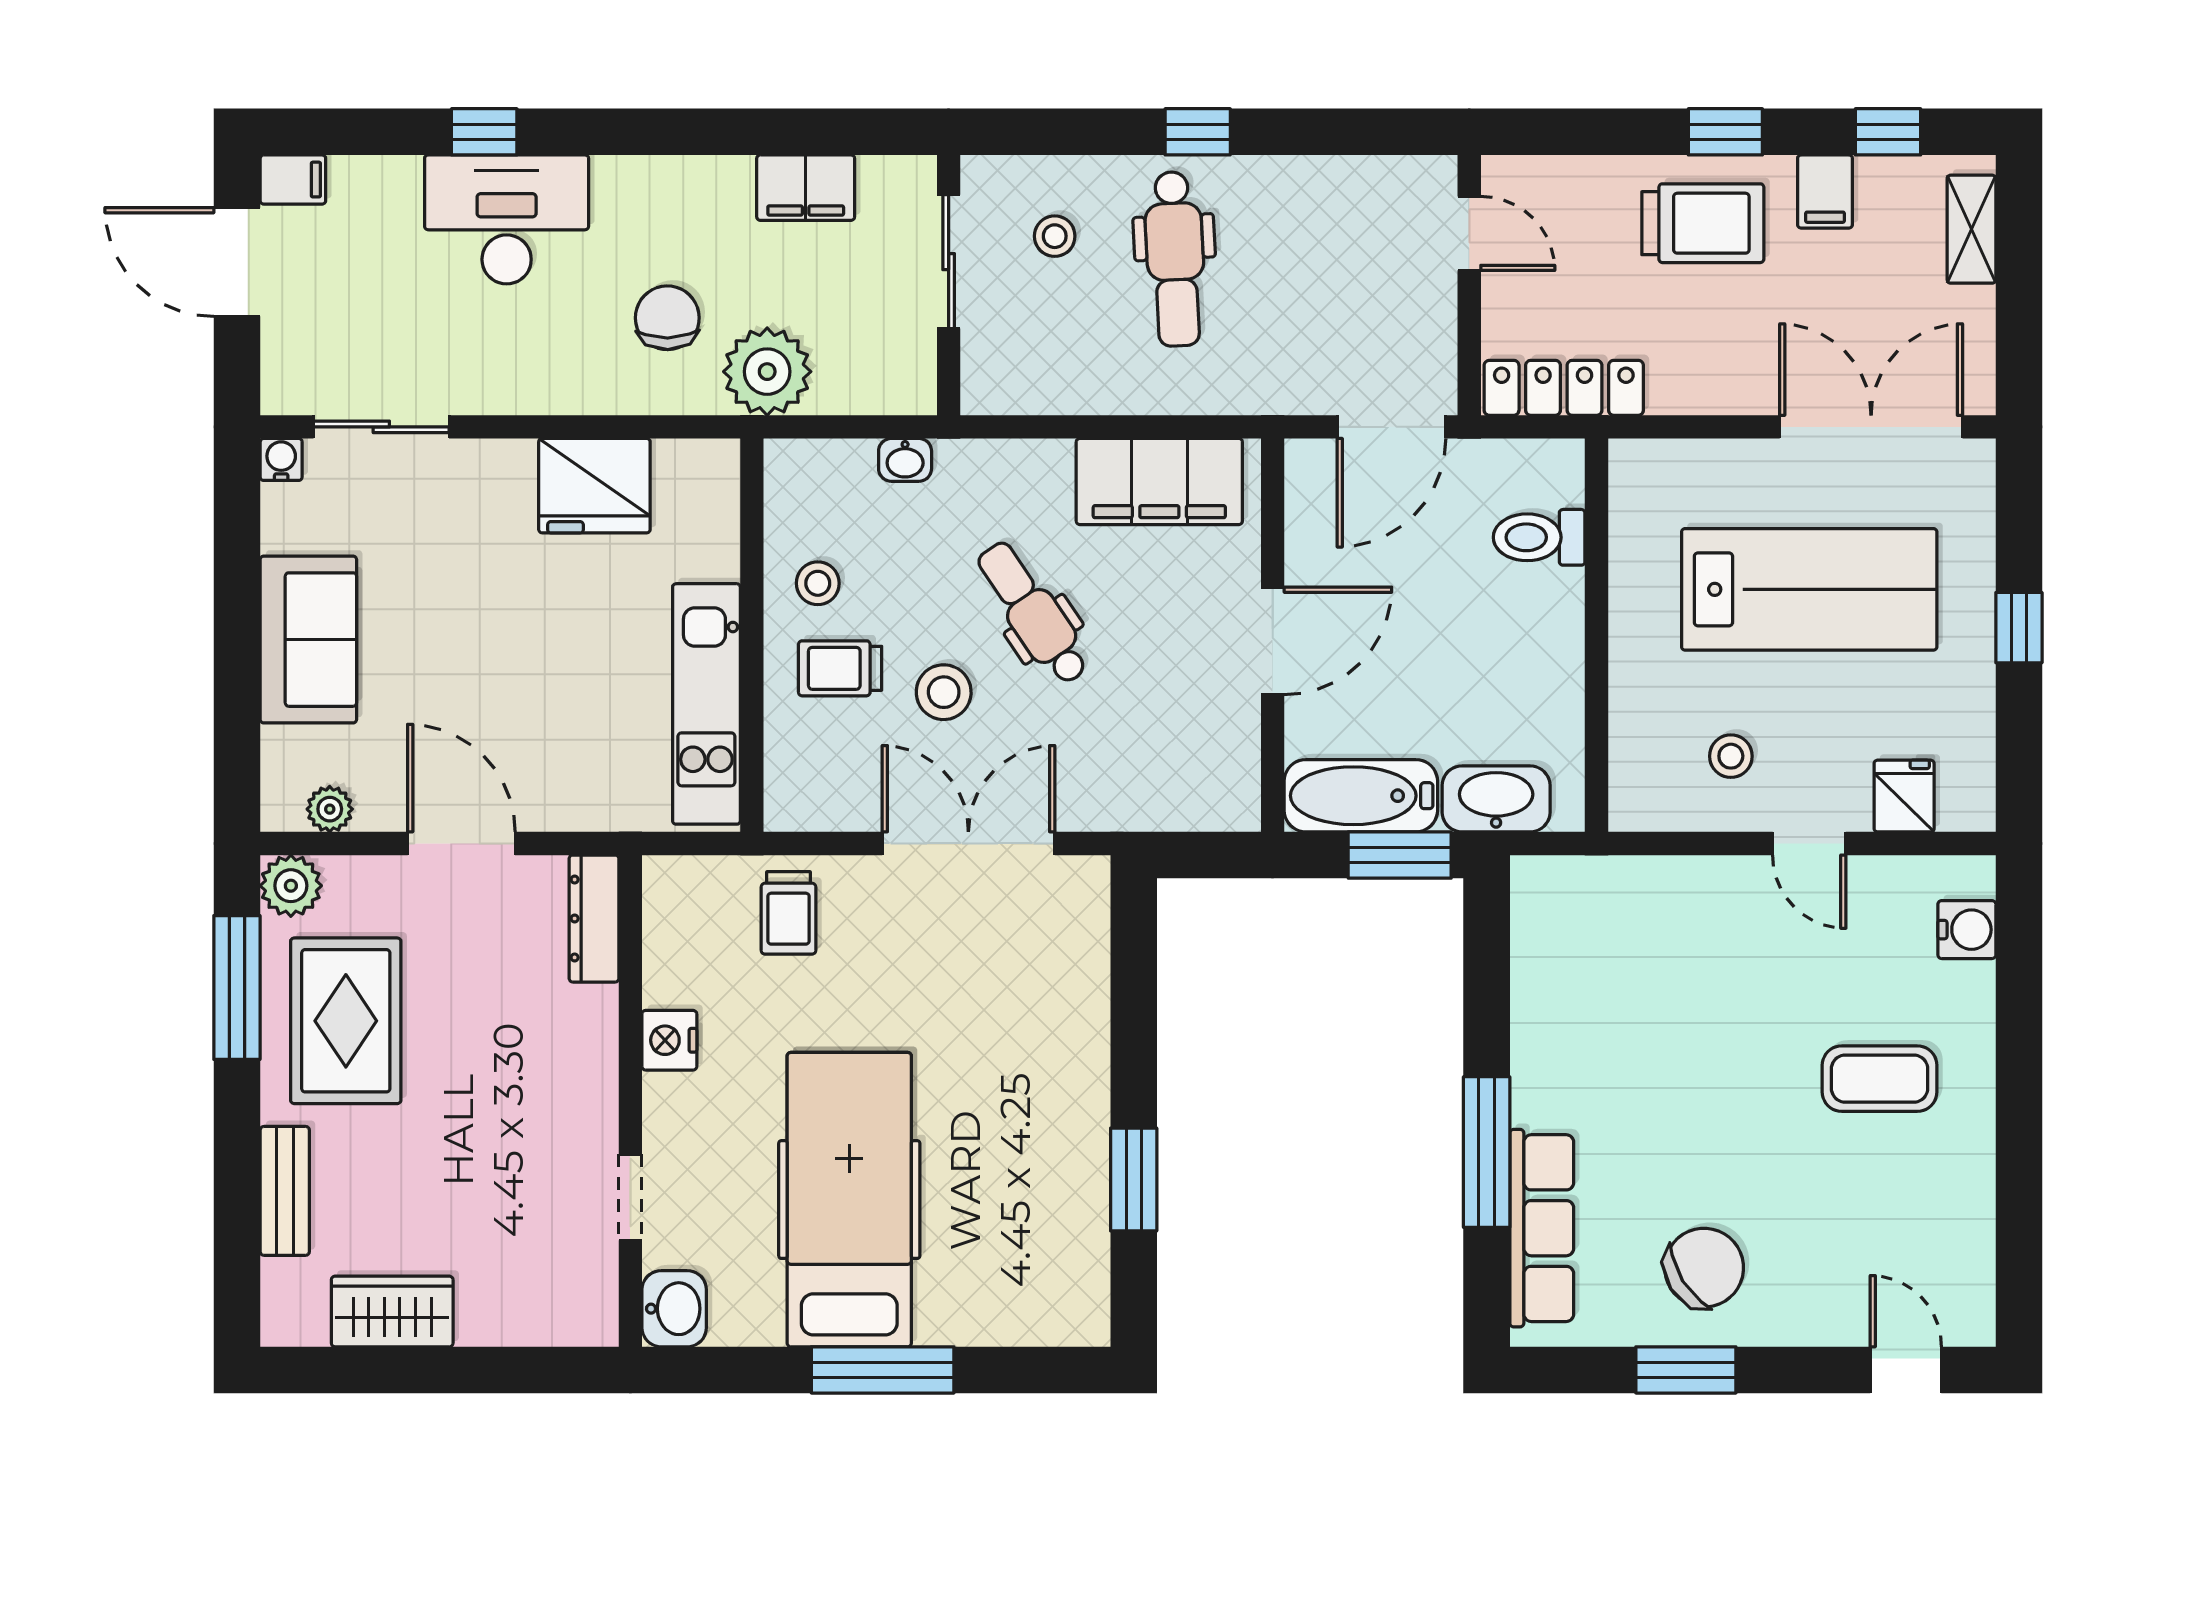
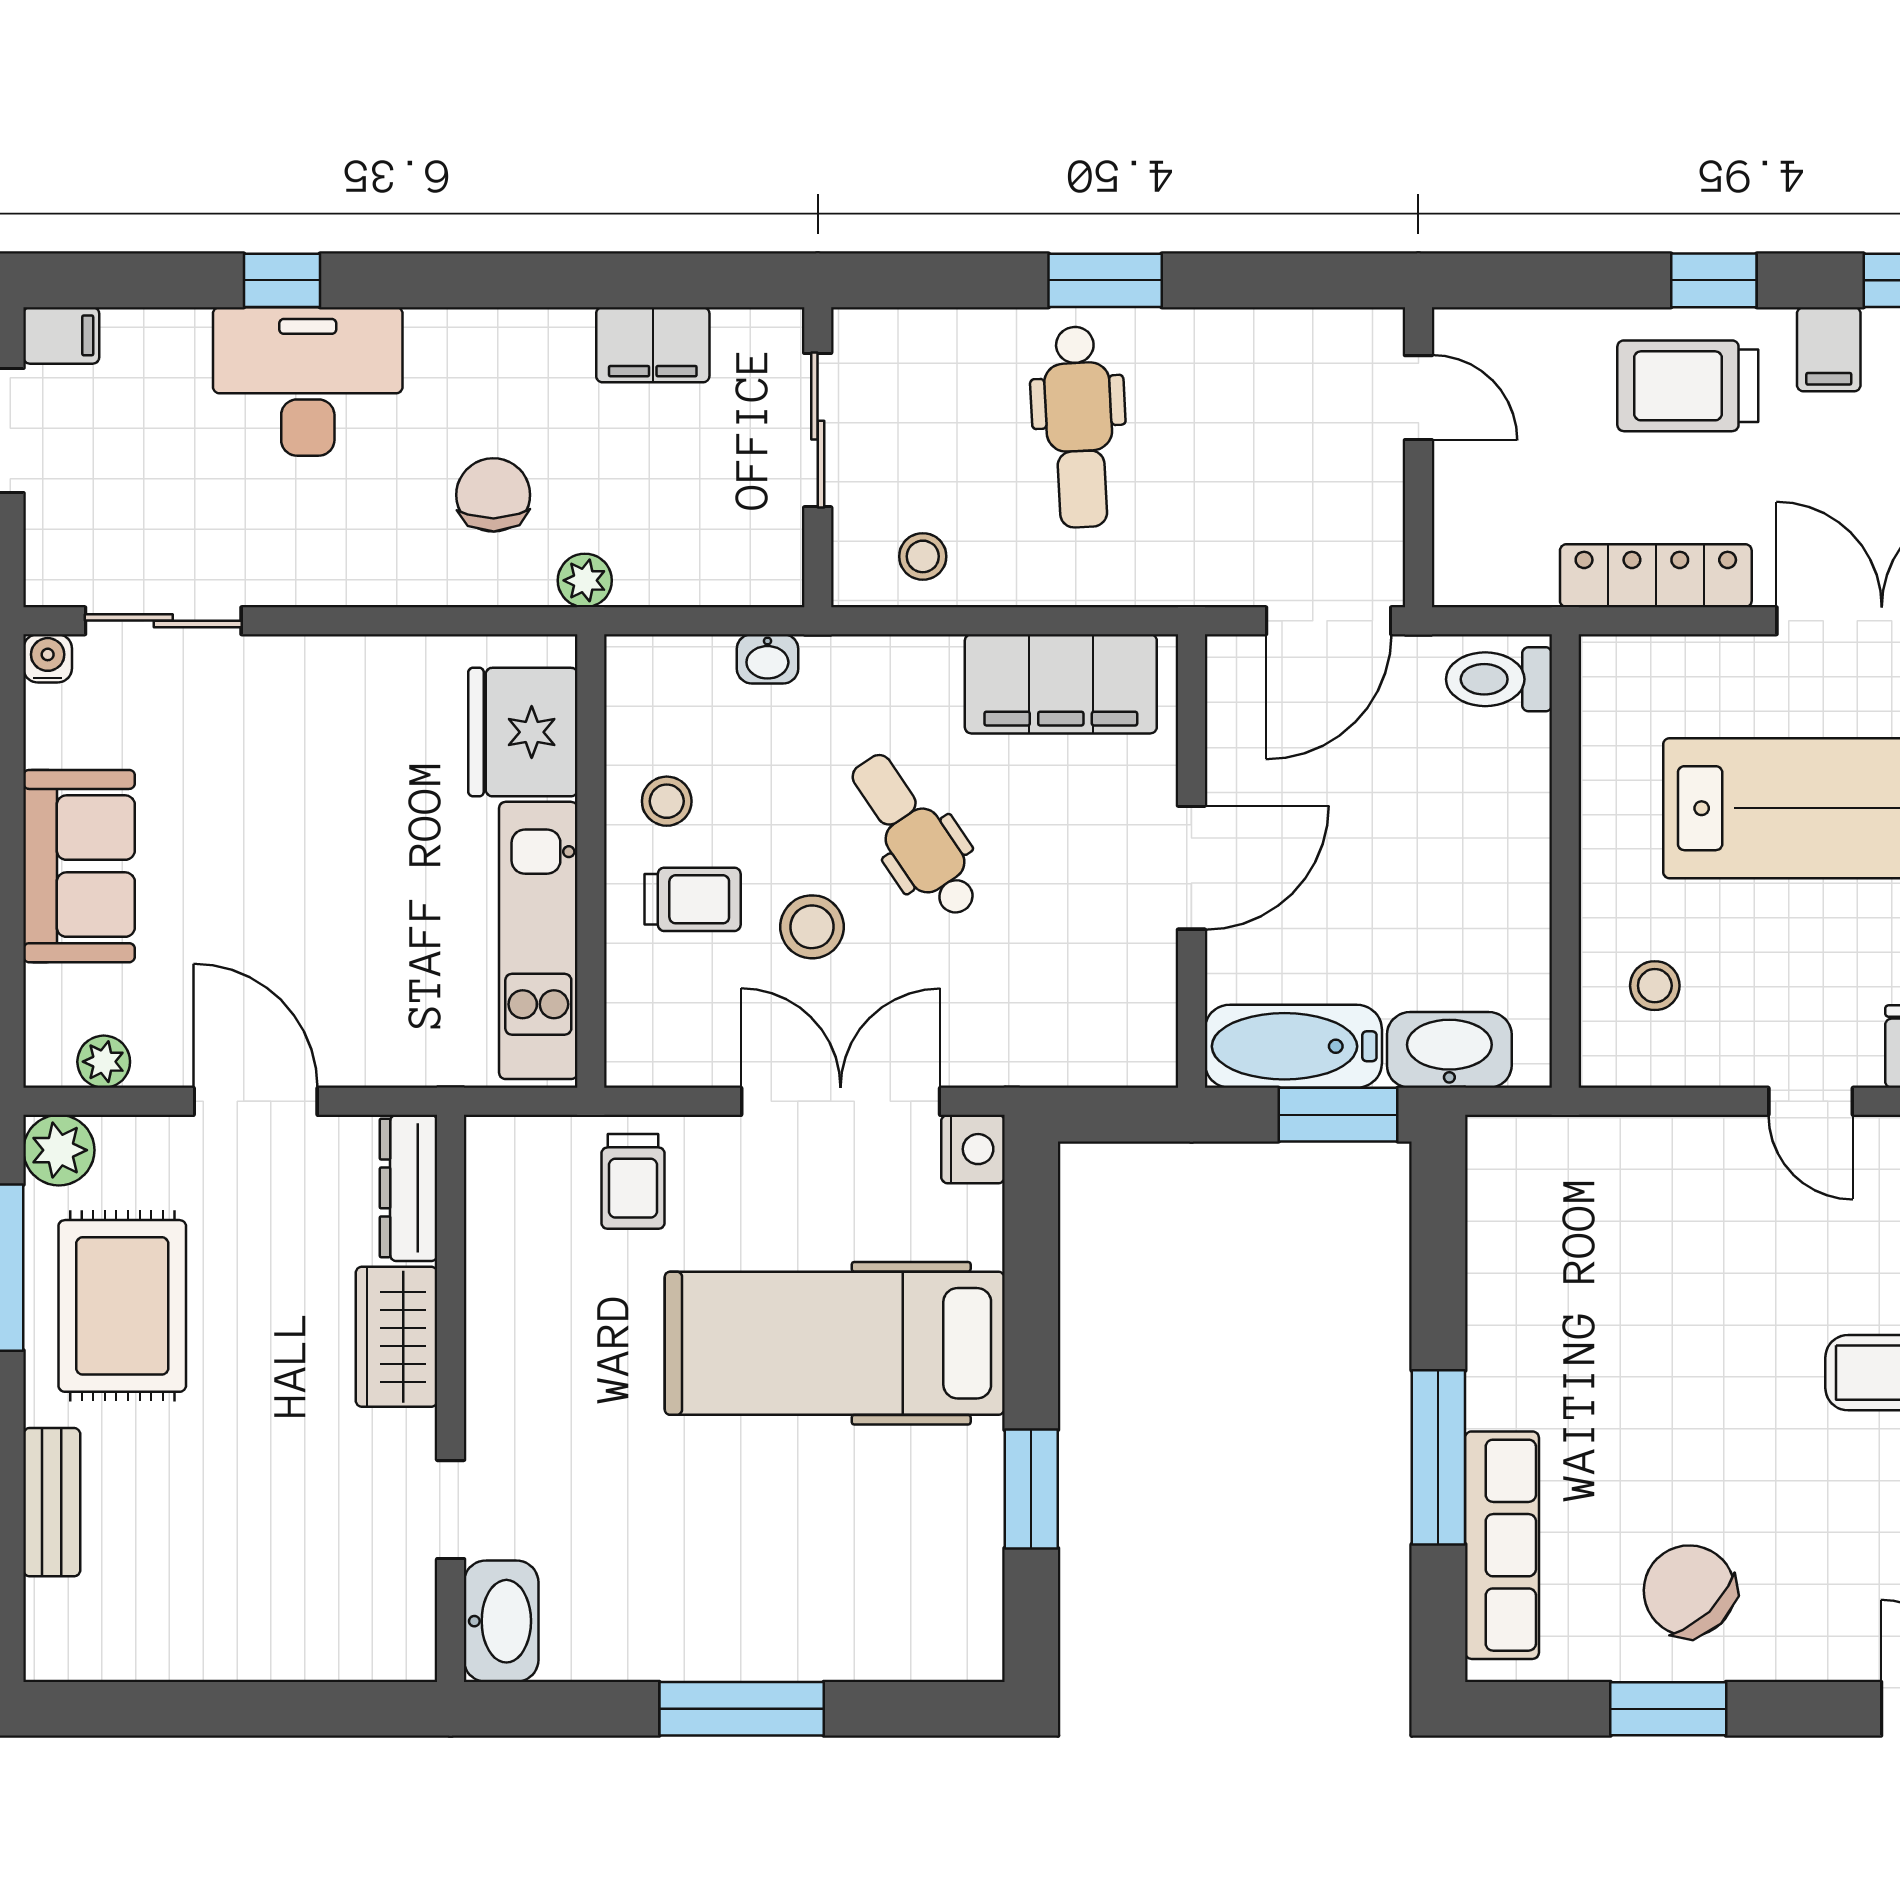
window: (1198, 132) -> (1105, 280), width x1.50
trolley: (1703, 223) -> (1688, 386), turned 180
stool: (1055, 236) -> (923, 556), moved
plant: (767, 372) -> (585, 580), width x0.53, depth x0.53
locker: (1564, 388) -> (1656, 576), moved
fridge: (594, 486) -> (523, 732), moved, turned 90
toilet: (1539, 537) -> (1499, 679), moved
trolley: (840, 668) -> (693, 899), turned 180
stool: (1731, 756) -> (1655, 986), moved
nightstand: (669, 1040) -> (973, 1149), moved, turned 180
hospital bed: (849, 1200) -> (835, 1343), moved, turned -90
chair: (1704, 1268) -> (1689, 1591), turned -102
washbasin: (674, 1309) -> (501, 1621), width x1.38
wardrobe: (392, 1311) -> (397, 1337), moved, turned -90

